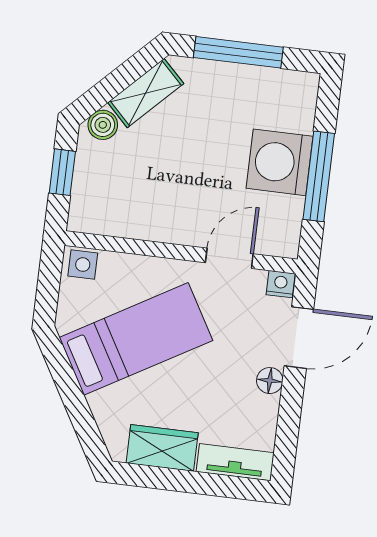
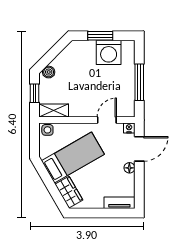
window: (238, 52) -> (100, 36), width x0.69
shelving: (146, 93) -> (54, 110), moved, turned 45
washing machine: (280, 162) -> (109, 52), moved, turned -90
wardrobe: (162, 448) -> (69, 192), moved, turned 60

